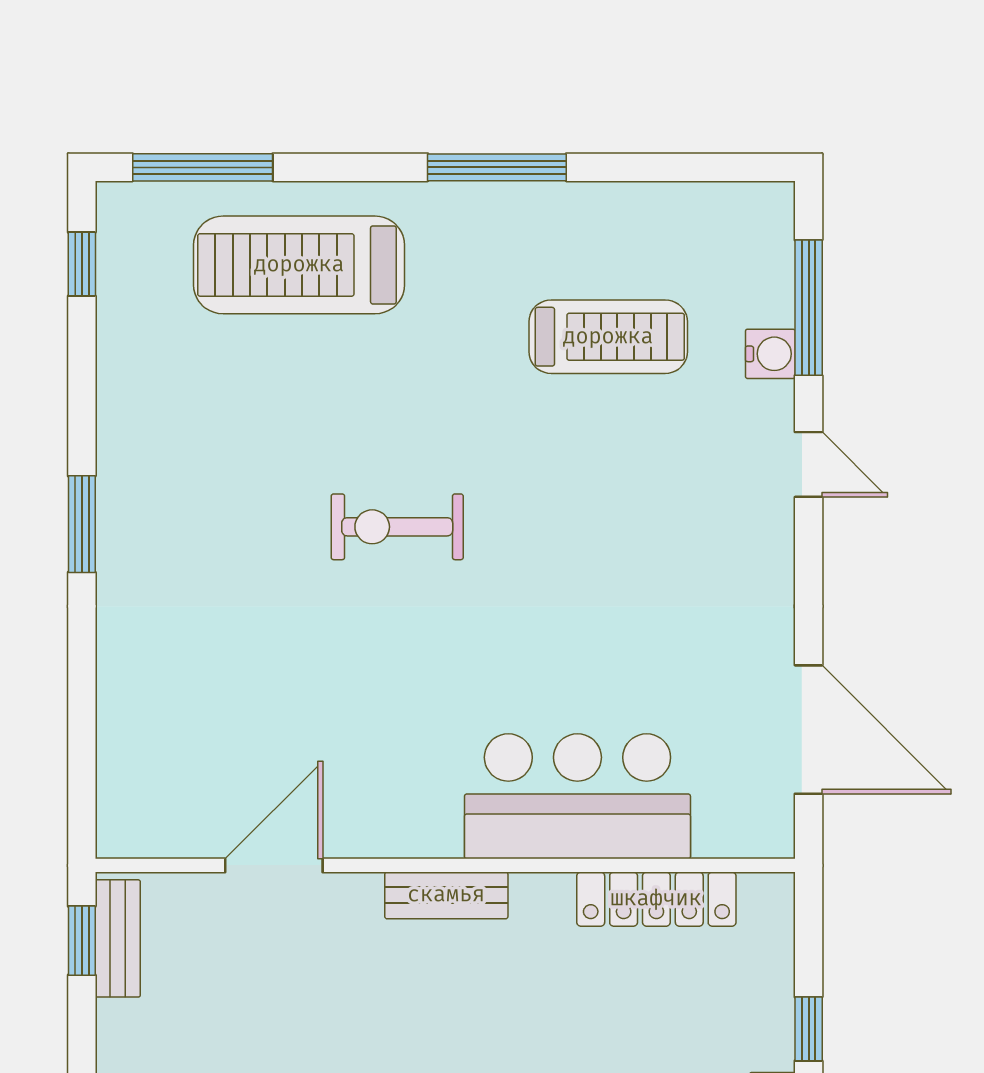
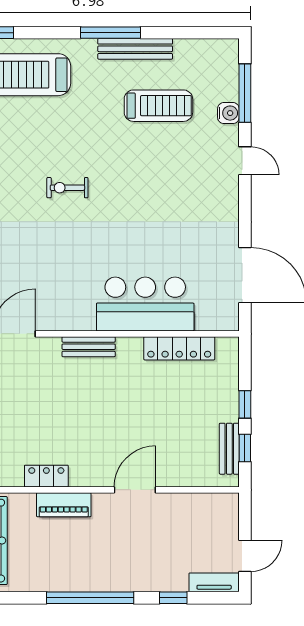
bench: (554, 205) -> (135, 49), added
exercise bike: (397, 527) -> (67, 188), width x0.73, depth x0.72

